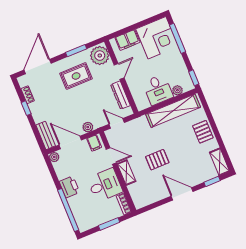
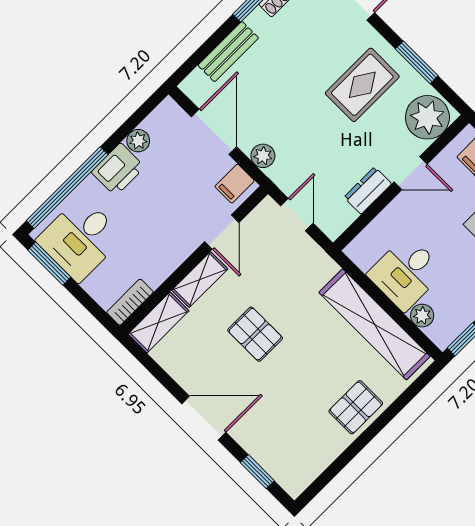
rug: (76, 76) -> (362, 85), turned 90
dresser: (120, 95) -> (368, 190), width x0.70
bench: (46, 135) -> (228, 52), moved
plant: (54, 157) -> (138, 141), moved
shelving: (220, 162) -> (159, 322), moved
desk: (105, 185) -> (80, 239), moved, turned 90
door: (182, 194) -> (204, 418), hinge flipped
window: (109, 224) -> (49, 264), moved

